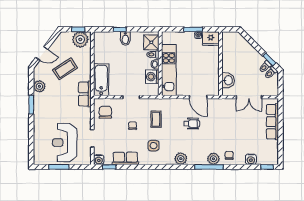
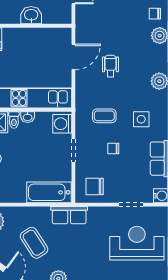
washing machine: (152, 77) -> (62, 124), moved, turned 90
washbasin: (228, 80) -> (31, 15), moved
reception desk: (65, 143) -> (137, 243), turned 180

